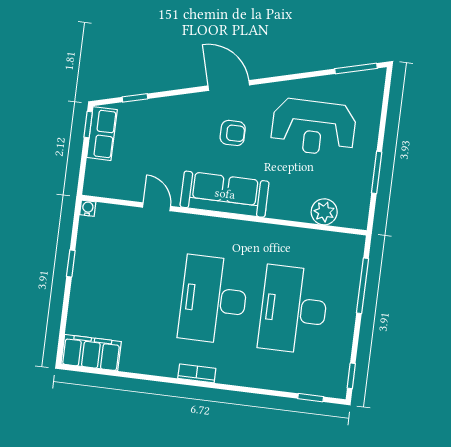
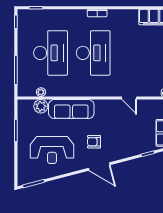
reception desk: (313, 127) -> (52, 150), turned 180
sofa: (225, 194) -> (71, 109), moved
plant: (321, 238) -> (41, 92), added

